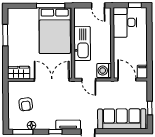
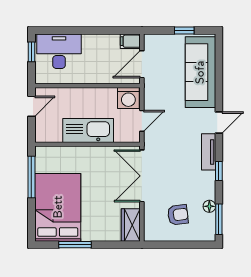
desk: (125, 22) -> (59, 51), moved, turned 180
bed: (55, 31) -> (58, 207), moved, turned -90

